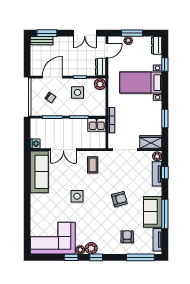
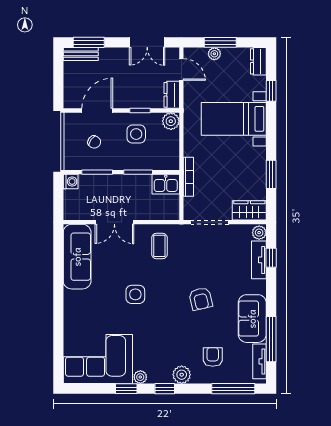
door: (107, 51) -> (181, 70), hinge flipped
washing machine: (35, 144) -> (71, 181), moved
armchair: (119, 199) -> (201, 299), turned 92
window: (165, 214) -> (271, 339), moved
plant: (91, 248) -> (182, 375), moved

